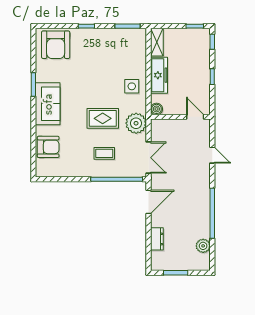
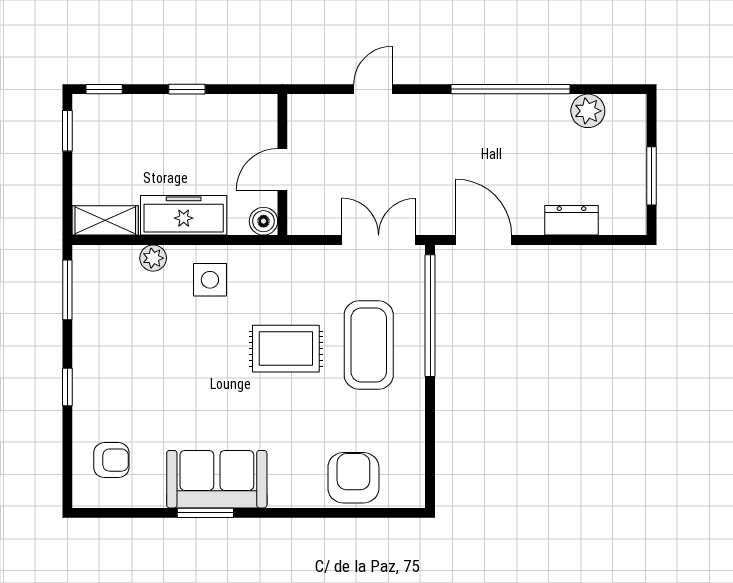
armchair: (56, 45) -> (111, 460), width x0.53, depth x0.53
sofa: (48, 104) -> (217, 479), moved
door: (195, 117) -> (282, 169), moved
rug: (103, 118) -> (286, 349), turned 90
plant: (136, 123) -> (153, 258), moved, width x0.53, depth x0.53
coffee table: (104, 153) -> (369, 345), width x1.86, depth x1.72

